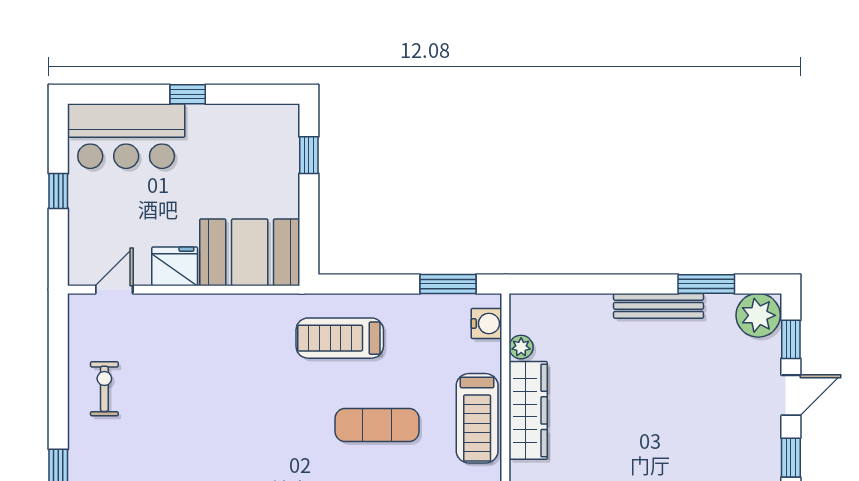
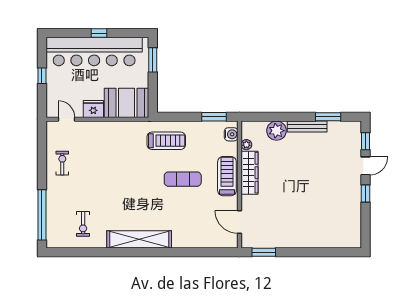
bar counter: (126, 136) -> (94, 51), width x1.86
window: (309, 155) -> (153, 60), width x1.50
door: (114, 290) -> (67, 119), hinge flipped
plant: (758, 315) -> (277, 131), moved
treadmill: (340, 338) -> (166, 141), turned 180
treadmill: (477, 418) -> (227, 176), turned 180

